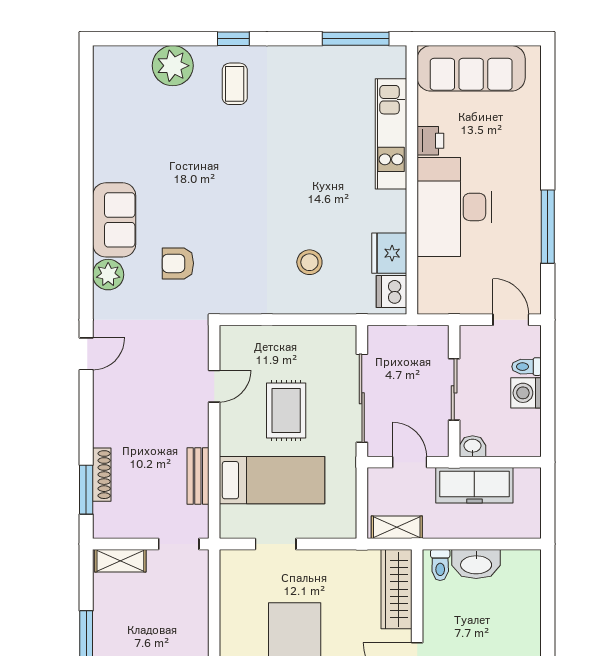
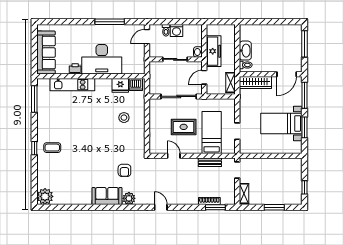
plant: (173, 66) -> (45, 196), moved

